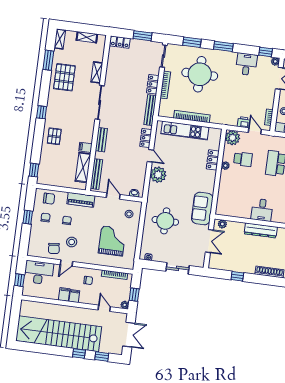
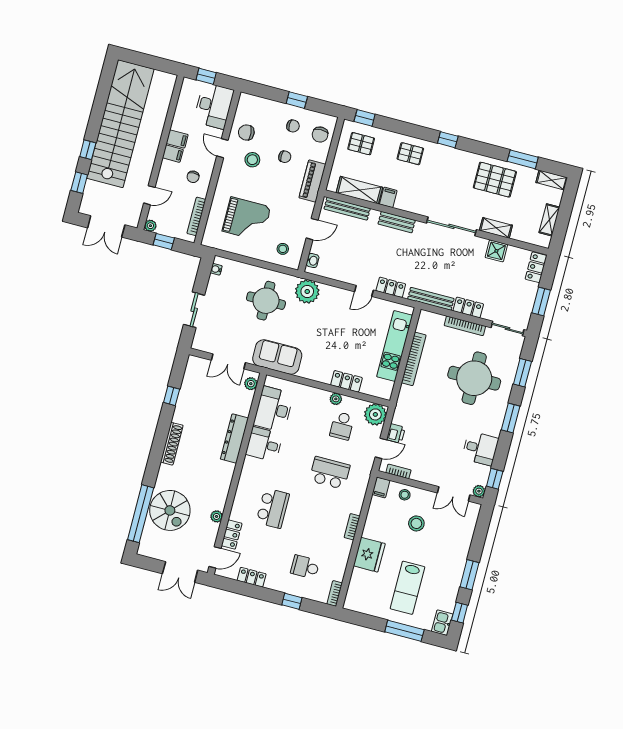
shower: (112, 70) -> (496, 251), added
pallet: (52, 170) -> (361, 144), added
plant: (158, 175) -> (307, 291), moved
desk: (238, 207) -> (274, 409), added

